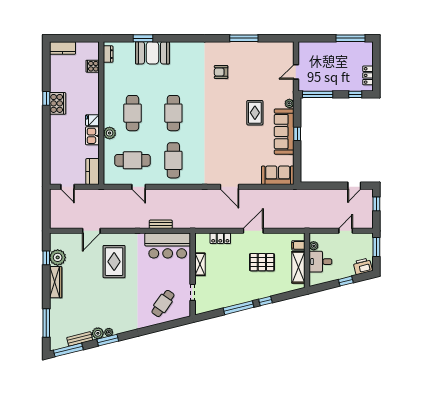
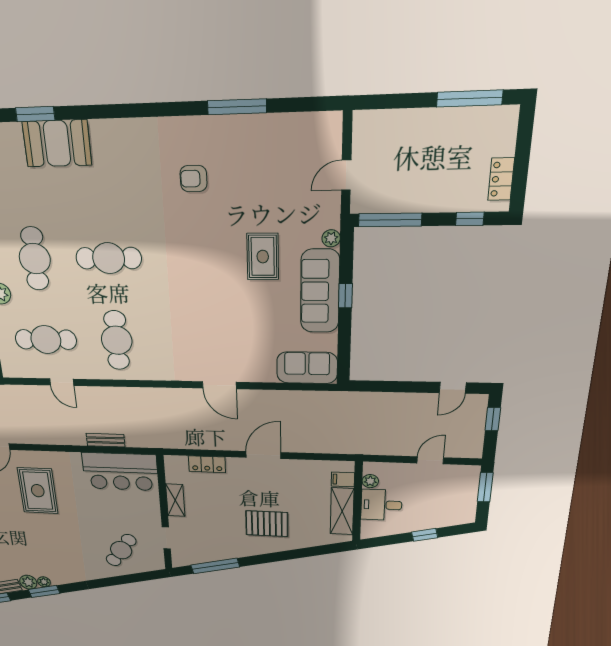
cafe table: (173, 113) -> (109, 258), turned 90
pallet: (262, 262) -> (267, 524), moved
printer: (363, 266) -> (457, 515), removed
window: (265, 301) -> (286, 556), removed
window: (239, 308) -> (215, 566), moved

